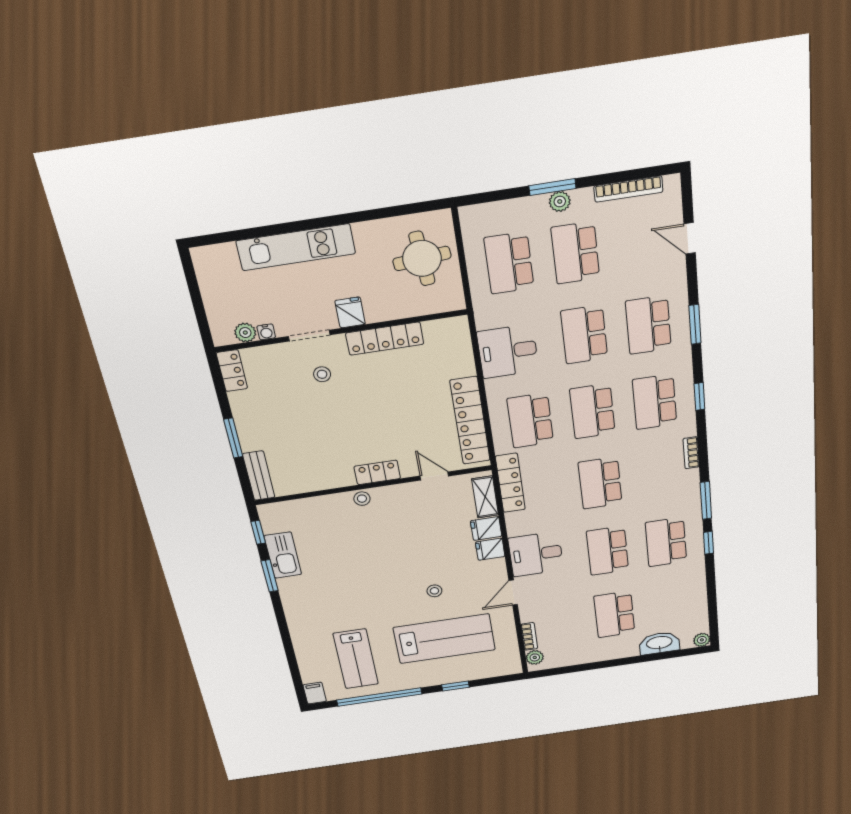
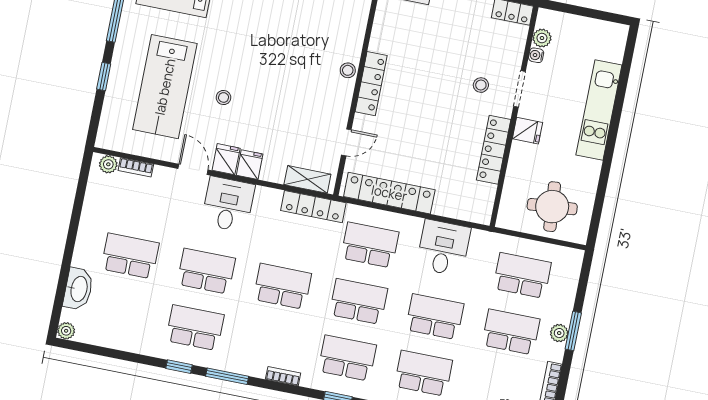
locker: (377, 472) -> (371, 84), width x1.53
fridge: (486, 529) -> (226, 159), moved

